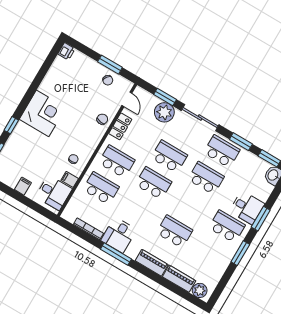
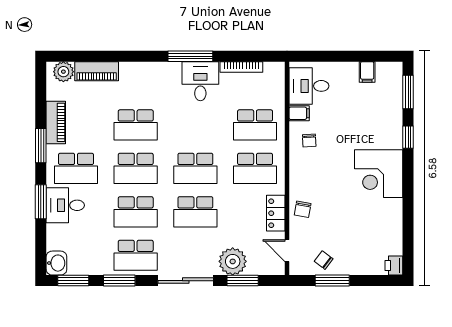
filing cabinet: (23, 186) -> (367, 72), moved
school desk: (190, 205) -> (136, 168), added
piano: (152, 263) -> (56, 122), moved, turned -90

